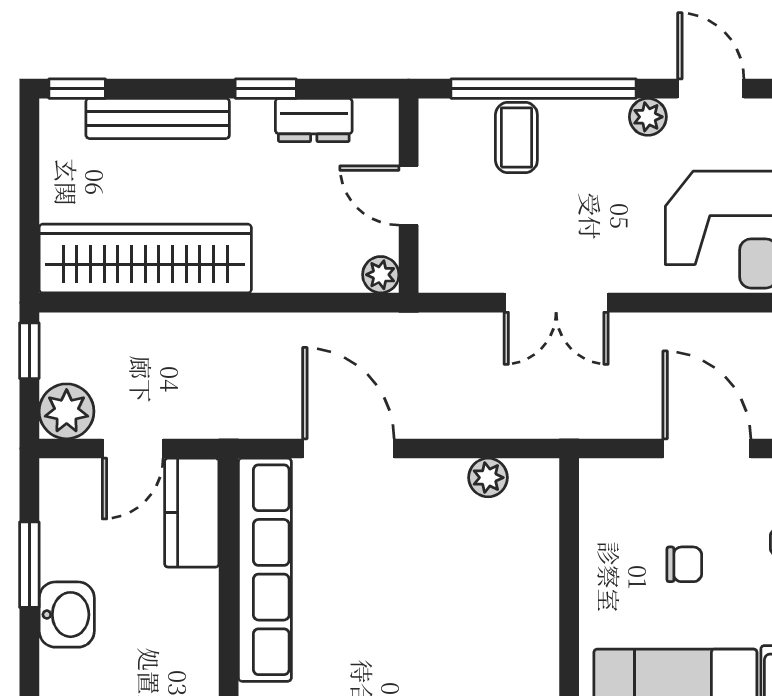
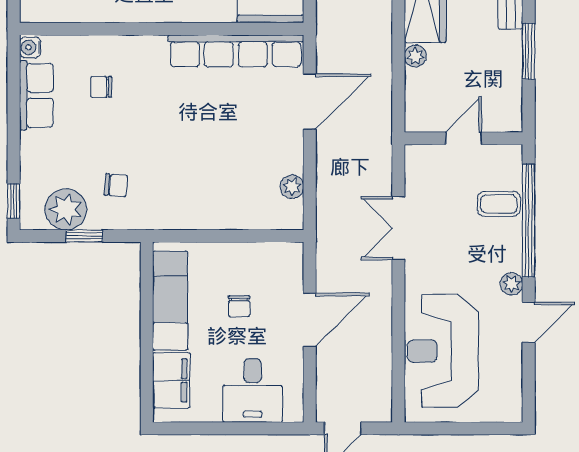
window: (266, 89) -> (529, 51), width x1.50
dresser: (314, 120) -> (510, 81), removed
plant: (381, 275) -> (415, 56), moved

